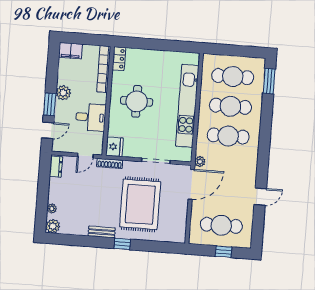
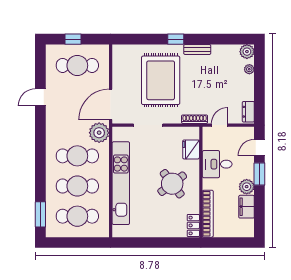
filing cabinet: (71, 51) -> (247, 207), moved, turned -90
round table: (137, 101) -> (172, 184), turned -37
fridge: (114, 147) -> (191, 149), moved
plant: (200, 162) -> (99, 133), width x1.88, depth x1.88

